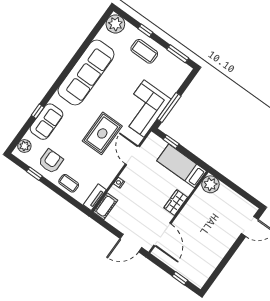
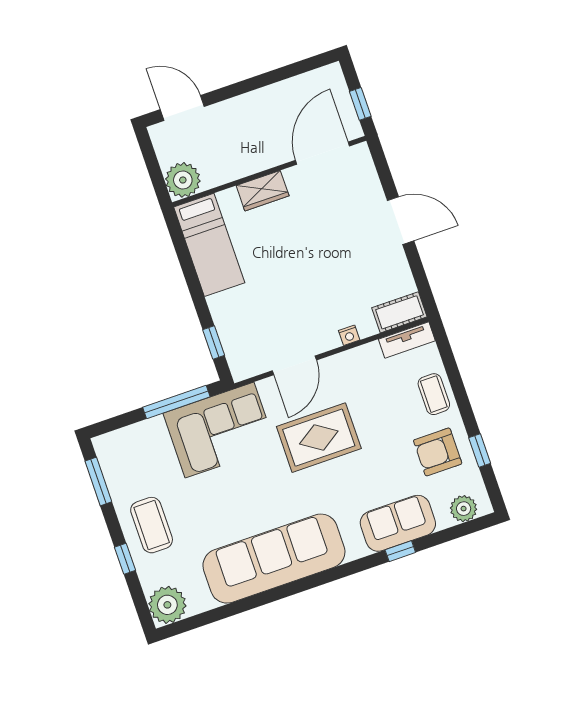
bed: (182, 166) -> (209, 245), moved
plant: (210, 184) -> (183, 180), moved
wardrobe: (176, 203) -> (263, 191), moved
wall: (178, 212) -> (269, 171), moved
door: (162, 234) -> (322, 153), moved

